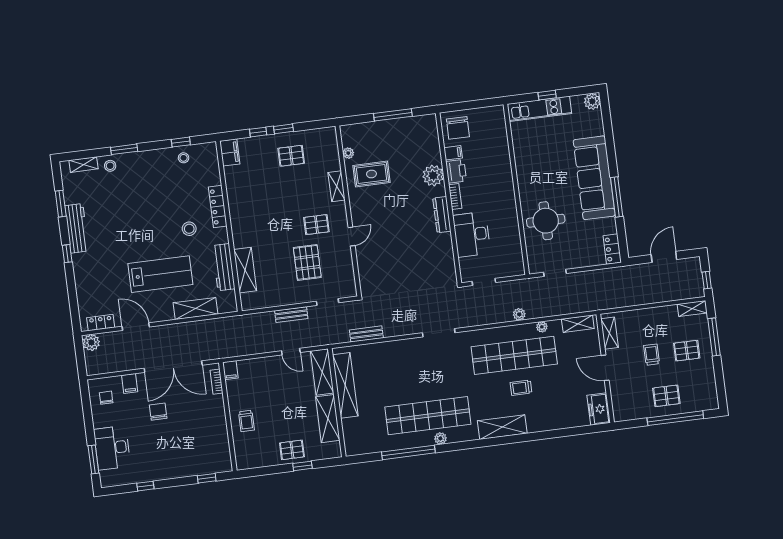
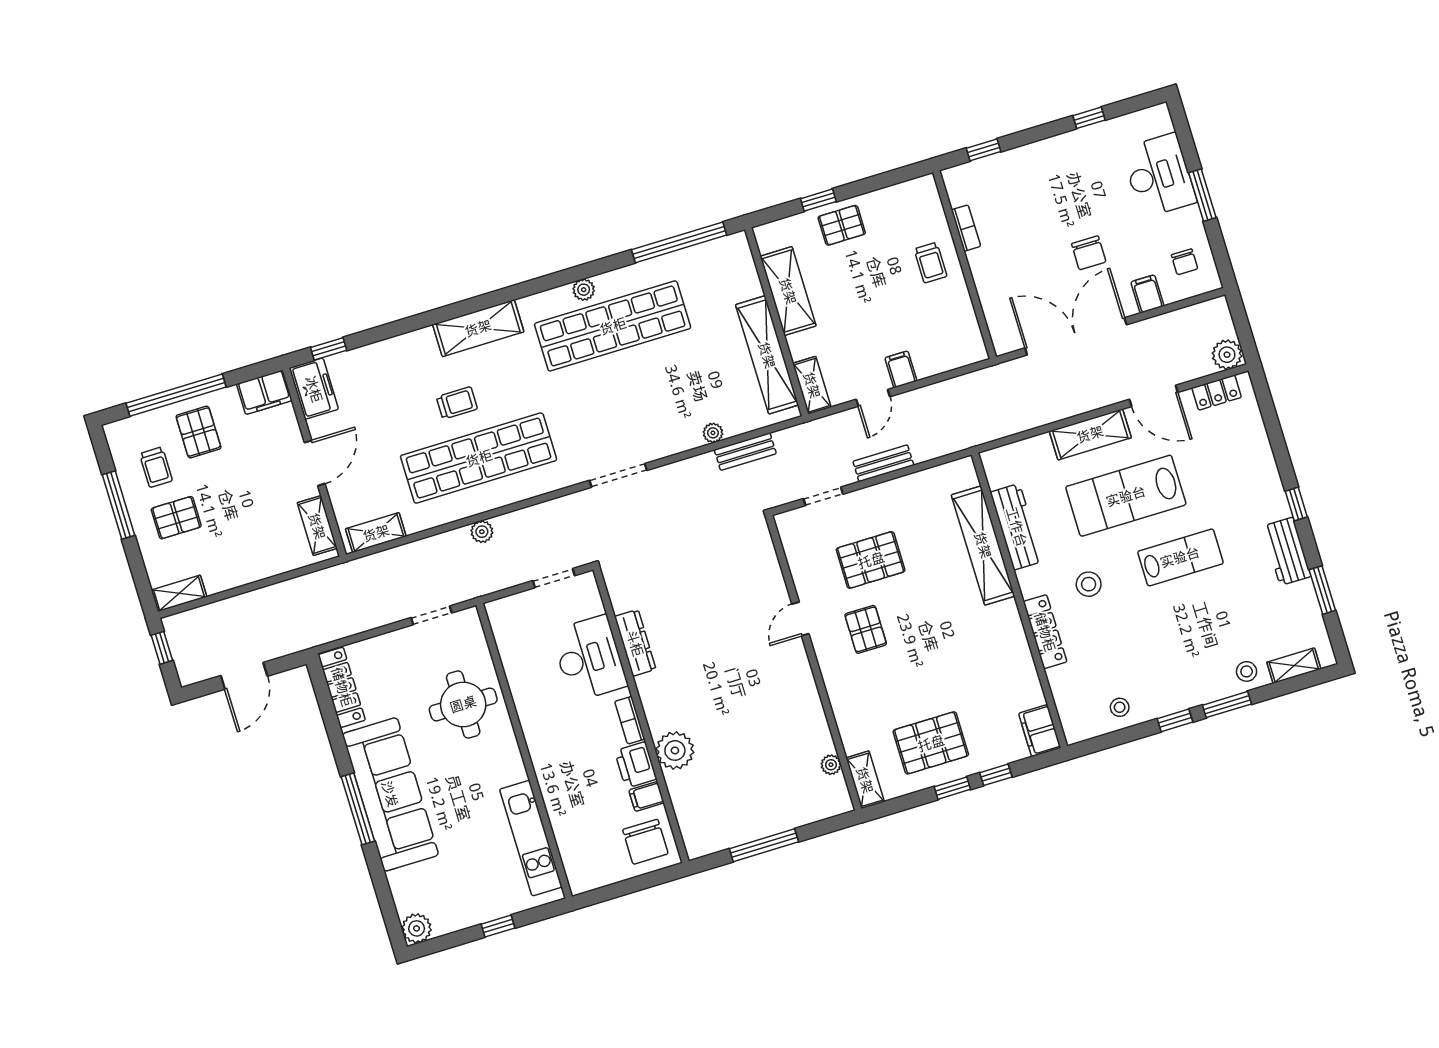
kitchen unit: (539, 109) -> (531, 838), moved, turned -90
chair: (458, 128) -> (645, 842), turned 180
window: (181, 142) -> (1175, 720), moved
pallet: (291, 156) -> (931, 743), width x1.50, depth x1.42
rug: (371, 174) -> (784, 735), removed
shelving: (337, 186) -> (865, 780), moved
window: (617, 197) -> (358, 809), moved
dresser: (442, 215) -> (635, 643), moved
pallet: (316, 225) -> (866, 629), turned 90
workbench: (77, 228) -> (1287, 551), width x0.73
lab bench: (136, 235) -> (1180, 557), added
locker: (612, 249) -> (342, 687), width x1.53
pallet: (307, 262) -> (871, 560), turned 90
shelving: (245, 270) -> (983, 545), width x1.47
shelving: (195, 308) -> (1090, 434), moved
plant: (542, 327) -> (713, 433), moved
window: (714, 337) -> (118, 505), moved
door: (291, 352) -> (873, 398), swing flipped
trolley: (651, 355) -> (156, 467), moved
door: (605, 368) -> (315, 463), hinge flipped
filing cabinet: (230, 370) -> (901, 369), moved
shelving: (322, 372) -> (812, 385), width x0.67, depth x0.75
bookcase: (217, 382) -> (966, 228), moved
pallet: (666, 396) -> (198, 432), turned 90
filing cabinet: (626, 412) -> (264, 392), added
trolley: (246, 421) -> (931, 263), turned 180
window: (587, 430) -> (329, 349), added
window: (408, 452) -> (679, 242), moved
window: (93, 459) -> (1202, 195), moved

